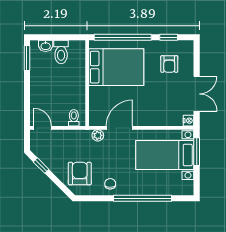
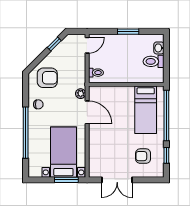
window: (27, 58) -> (128, 32), moved
bed: (116, 67) -> (146, 110), width x0.67
nightstand: (189, 121) -> (94, 173), removed

